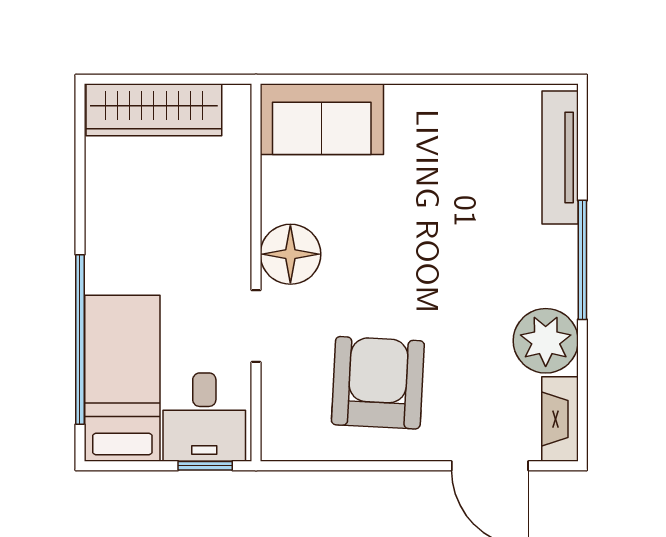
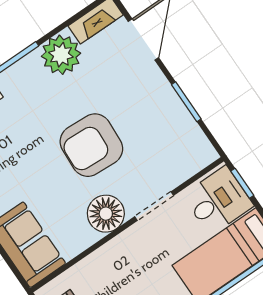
armchair: (378, 383) -> (91, 145), moved
window: (367, 466) -> (186, 102), added

